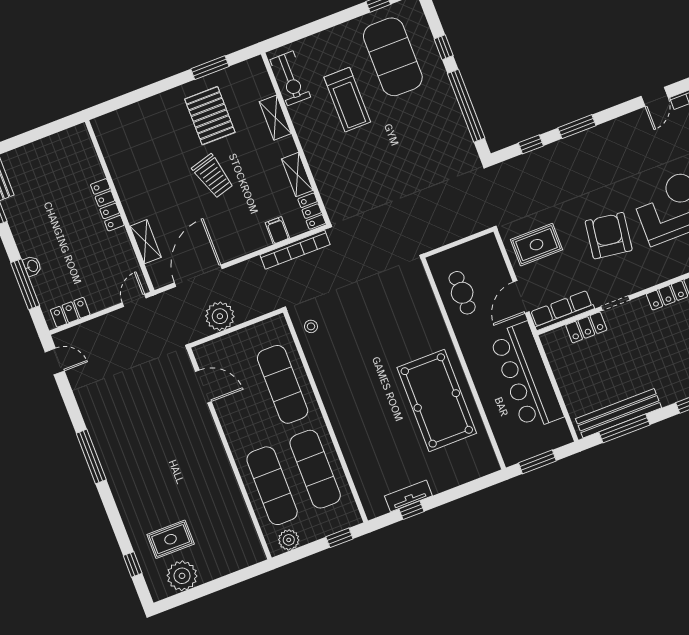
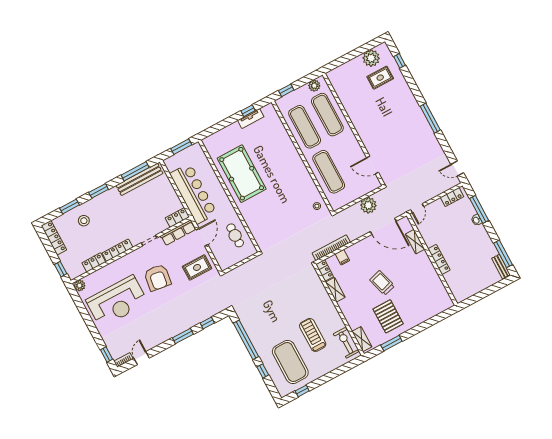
shelving: (275, 118) -> (362, 339), moved
door: (198, 276) -> (383, 226), hinge flipped
locker: (586, 327) -> (177, 217), moved

